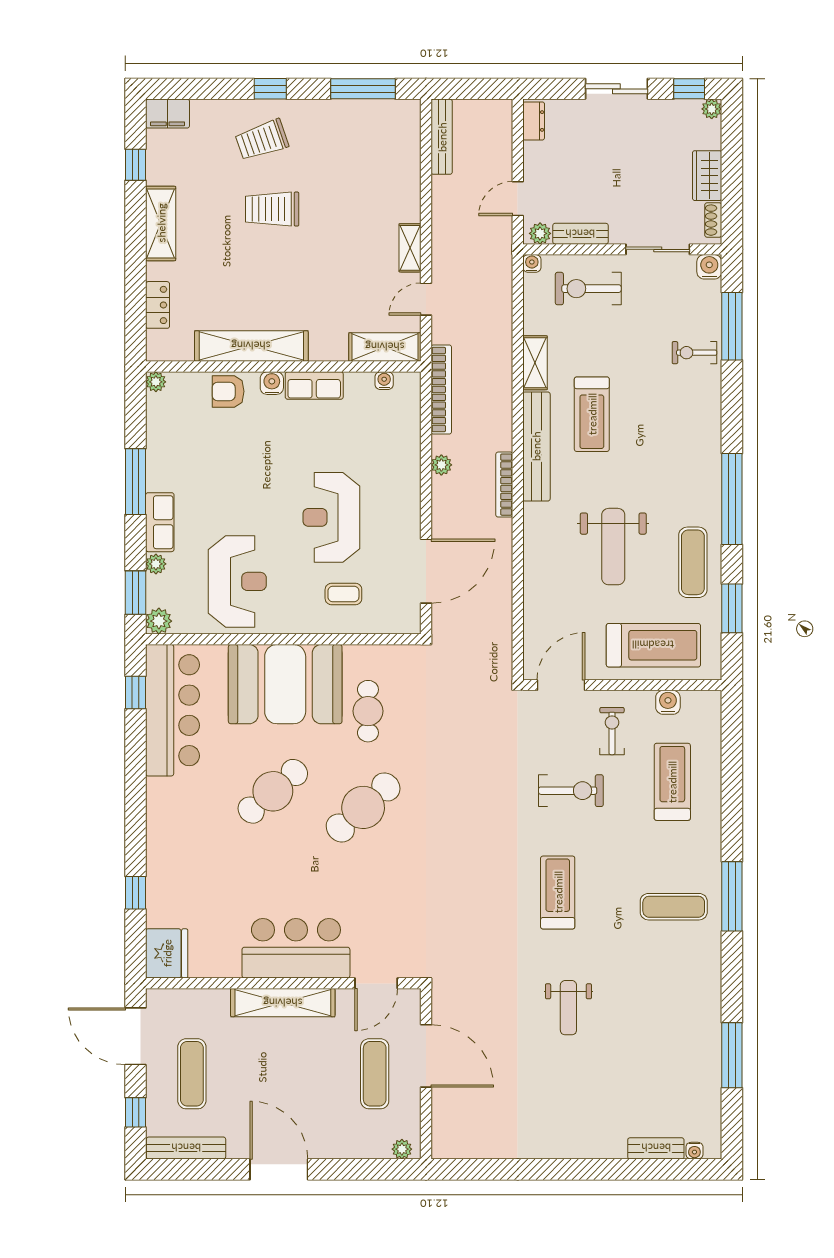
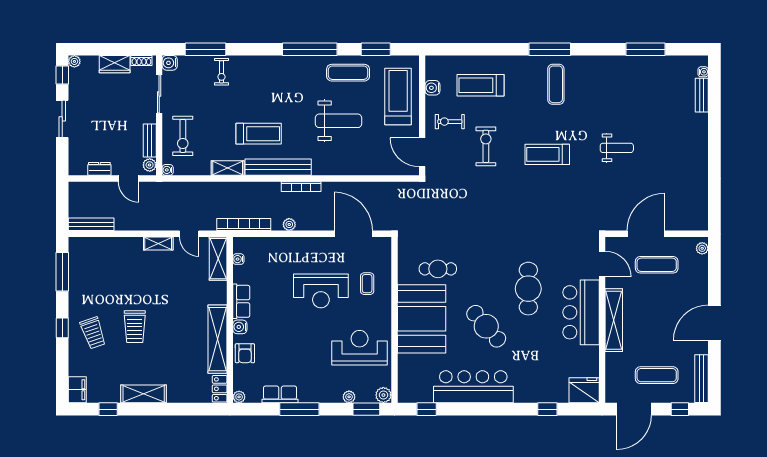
dresser: (534, 121) -> (99, 169), moved
locker: (158, 305) -> (220, 389), moved, turned -90
row of seats: (160, 522) -> (280, 394), moved
bar counter: (173, 710) -> (473, 387), moved
cafe table: (363, 807) -> (528, 289), moved, turned 42

